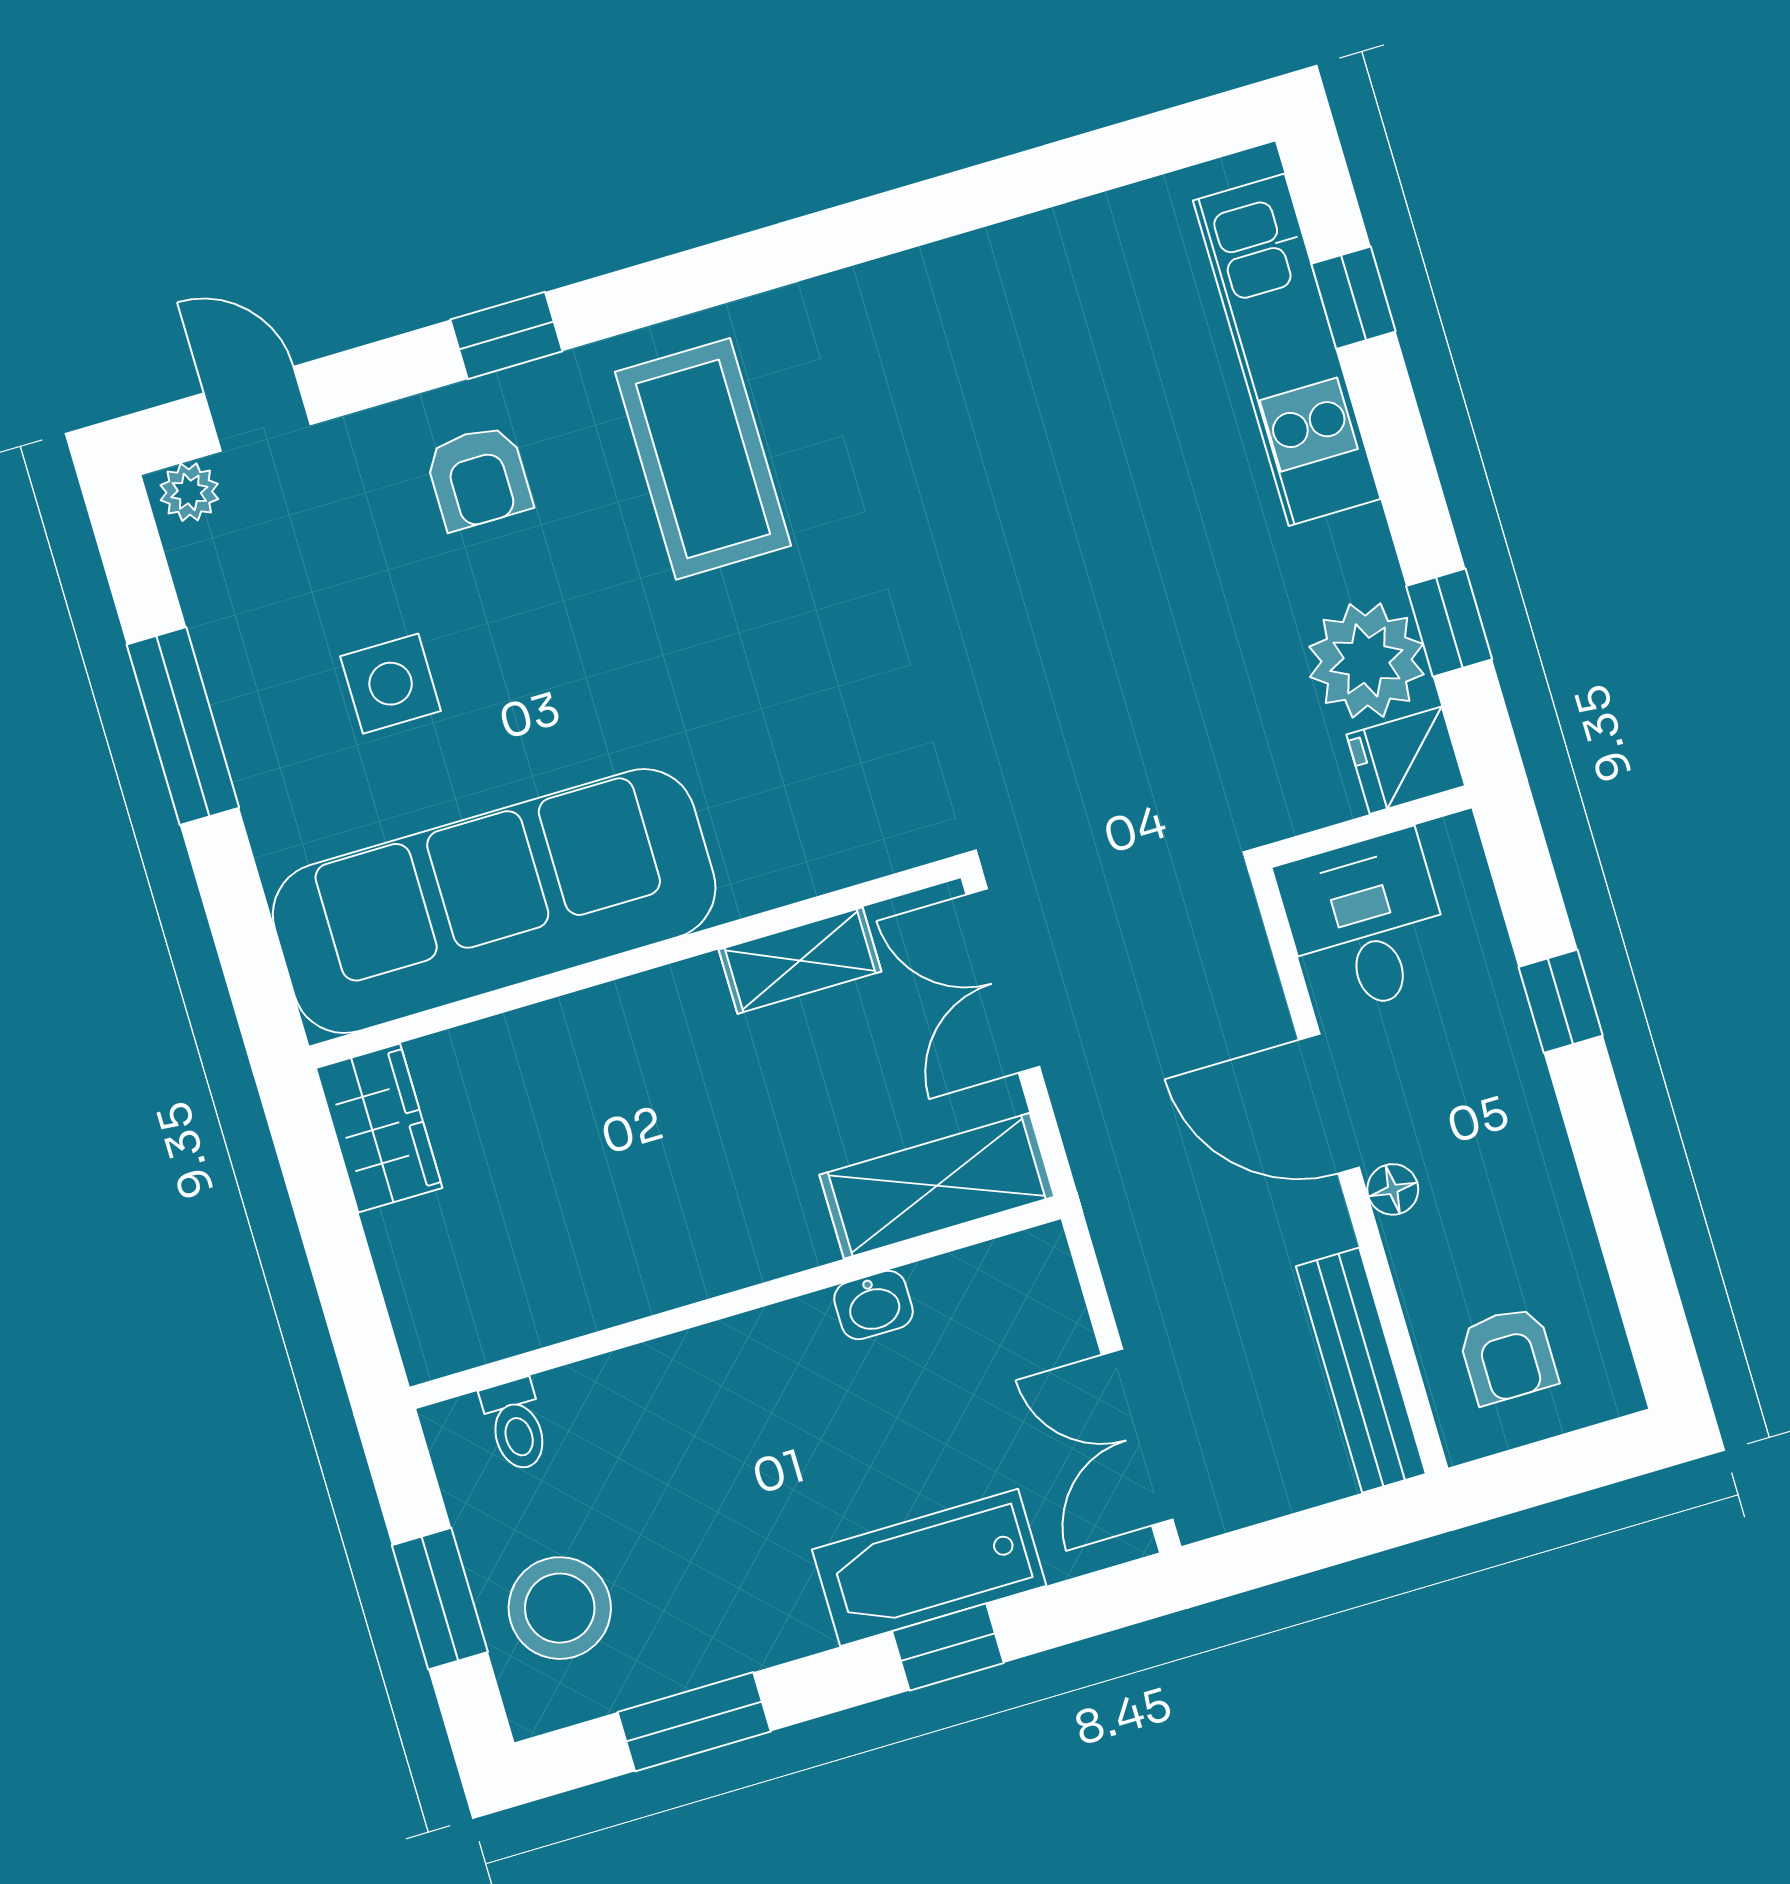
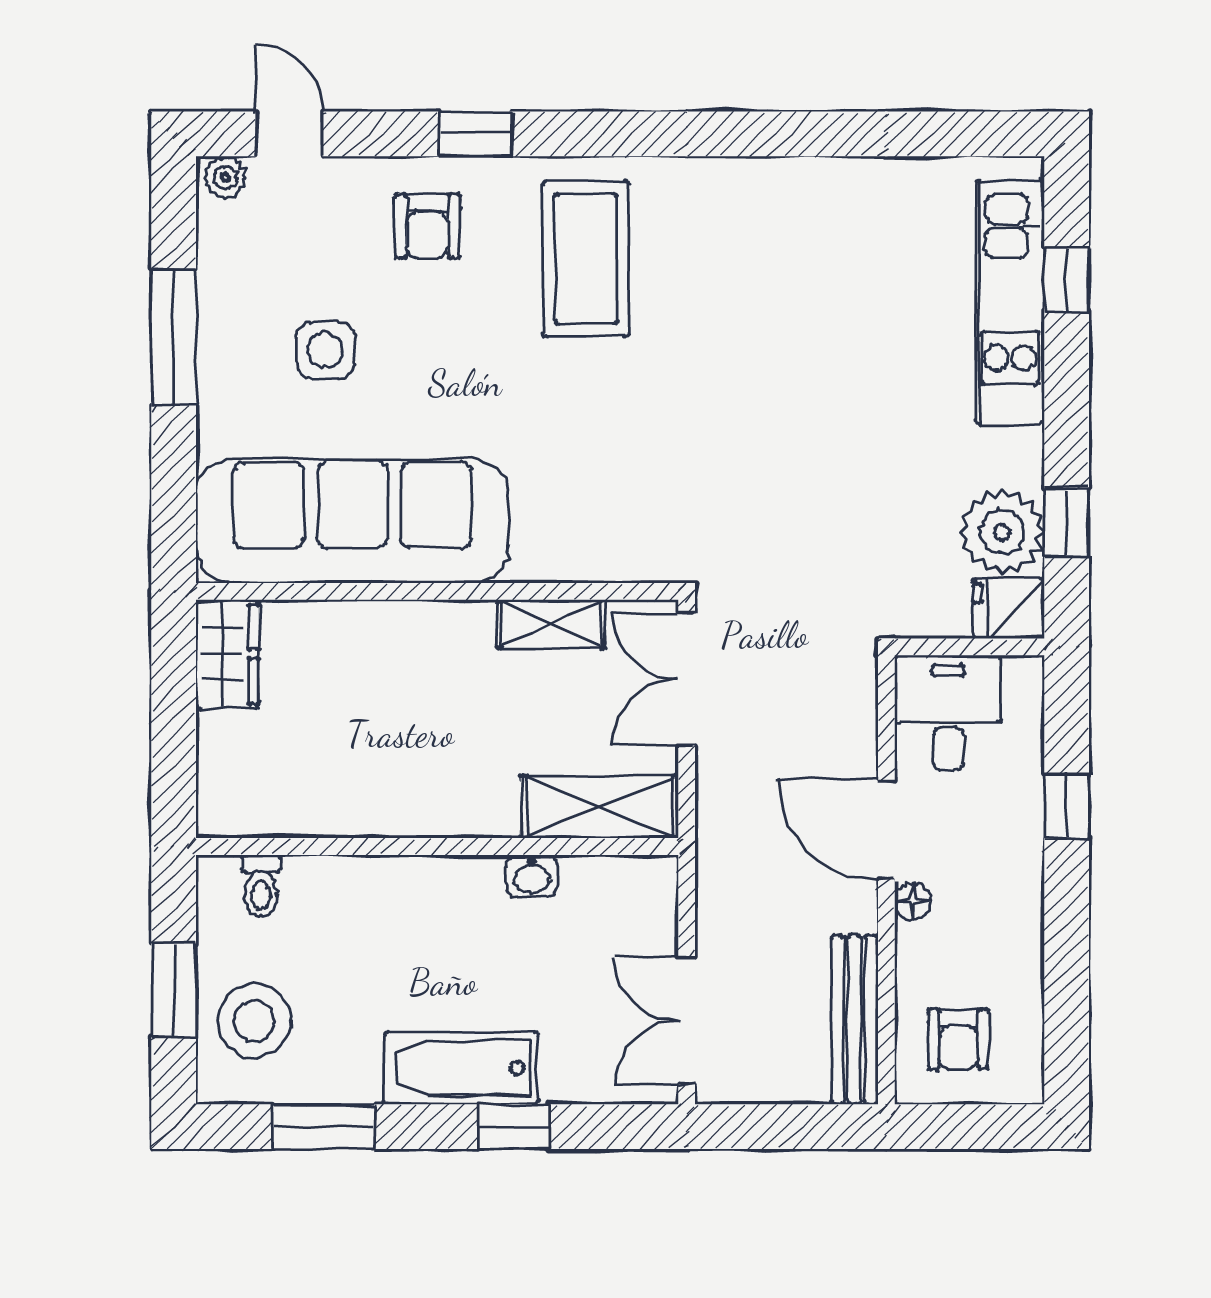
bathtub: (929, 1568) -> (462, 1068), moved

